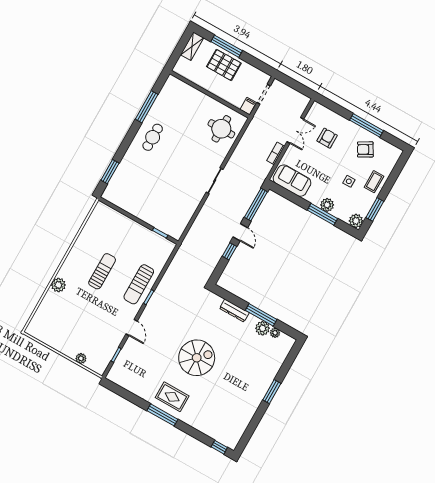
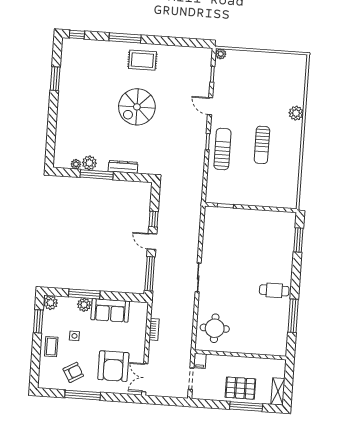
double door: (295, 130) -> (145, 378), moved
cafe table: (153, 137) -> (274, 290), turned 90
armchair: (327, 138) -> (113, 366), width x1.88, depth x1.88
sofa: (292, 181) -> (110, 310), moved
plant: (81, 358) -> (221, 54), moved
window: (272, 392) -> (55, 79), moved
window: (162, 415) -> (125, 38), moved

